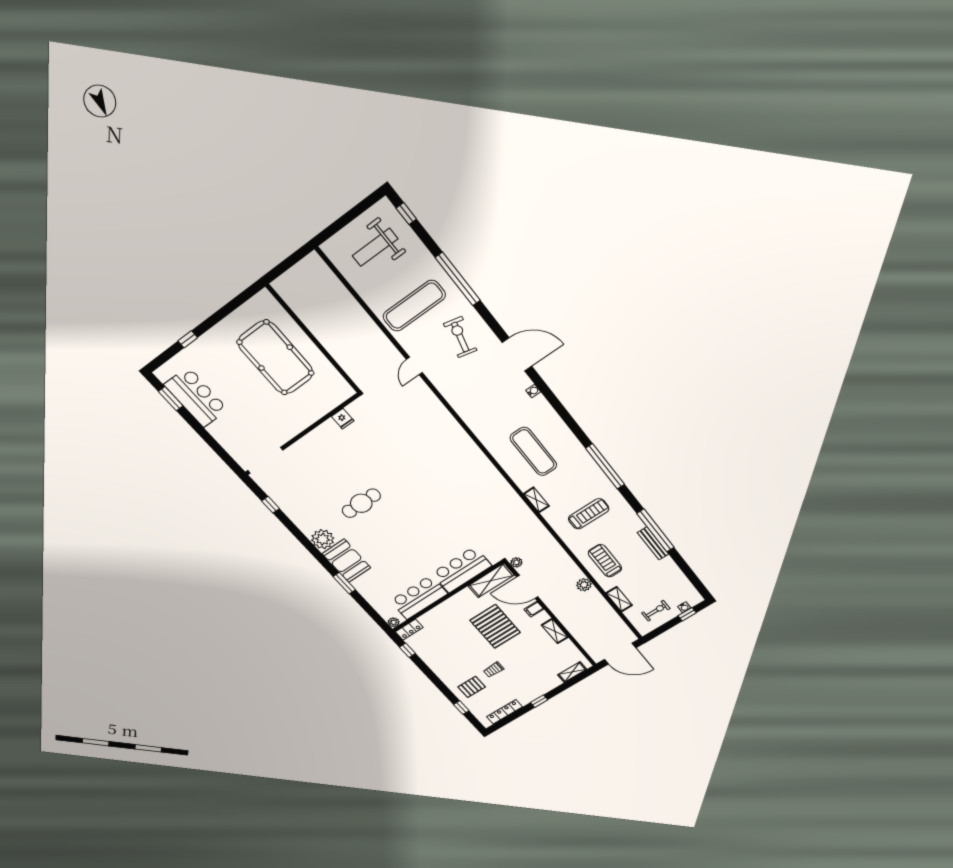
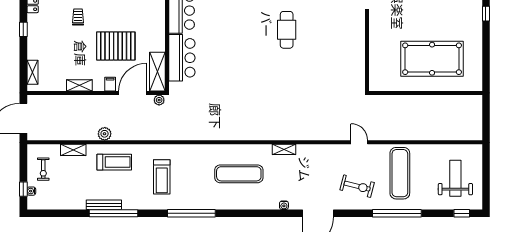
fridge: (343, 419) -> (358, 67), removed
shelving: (536, 500) -> (284, 149), moved

